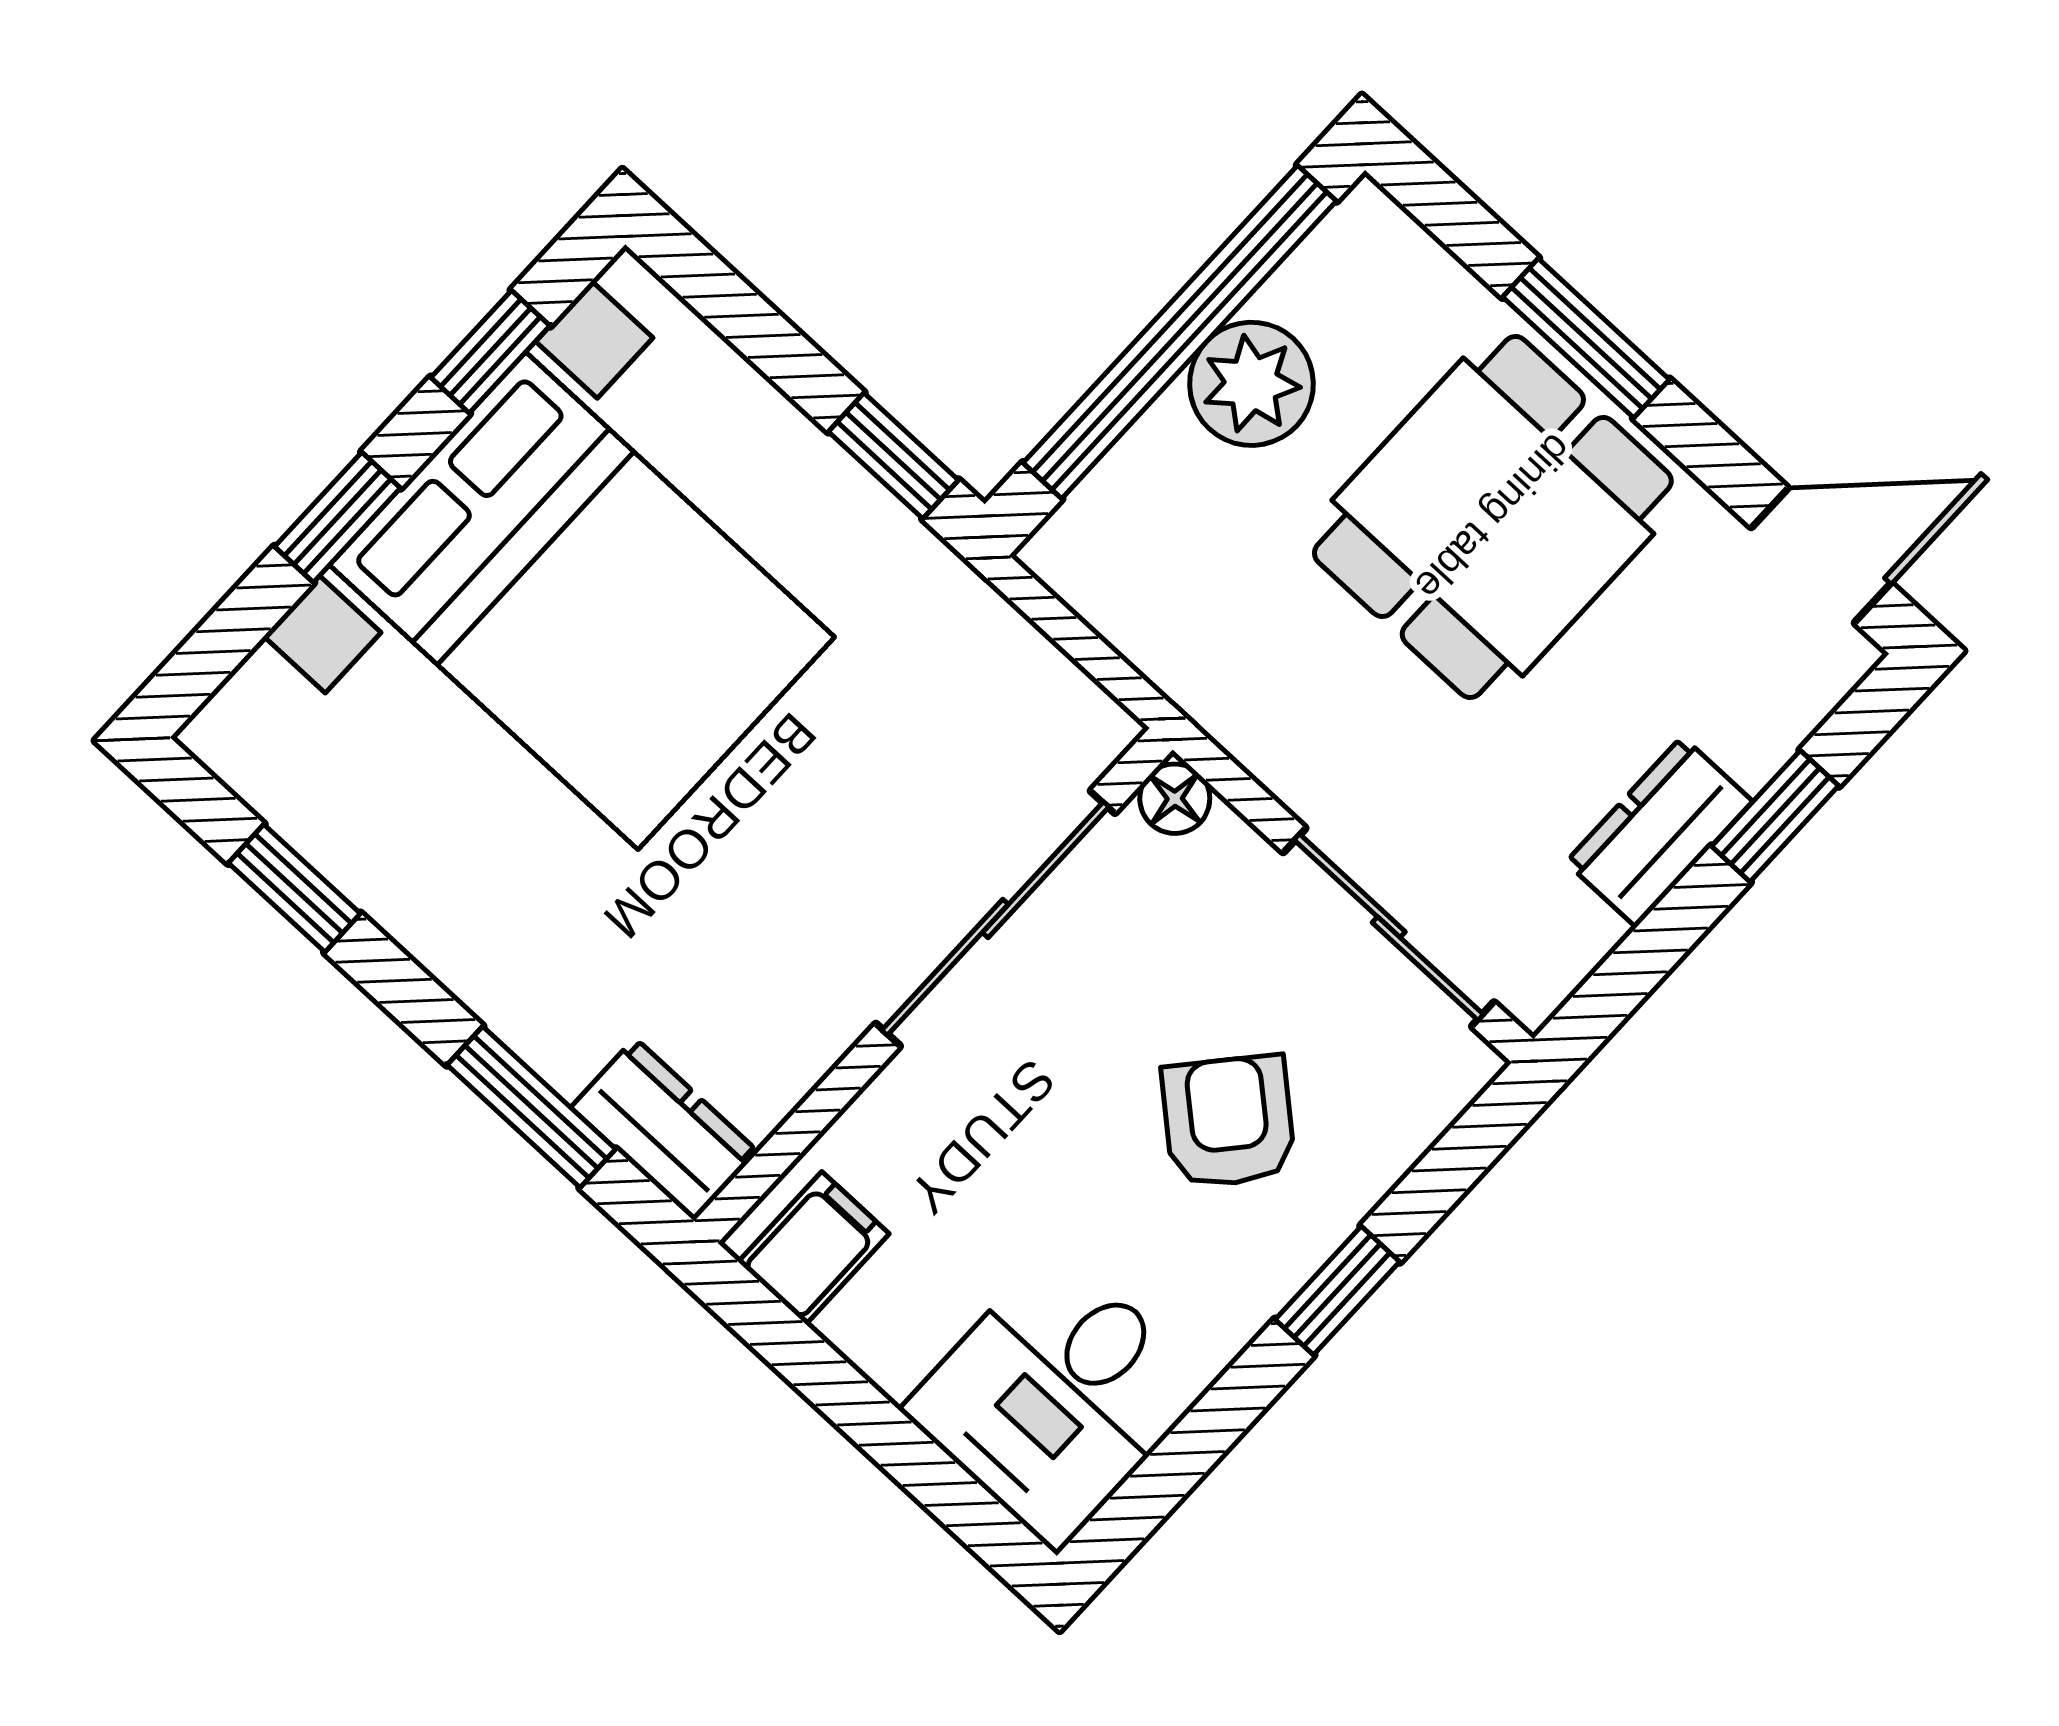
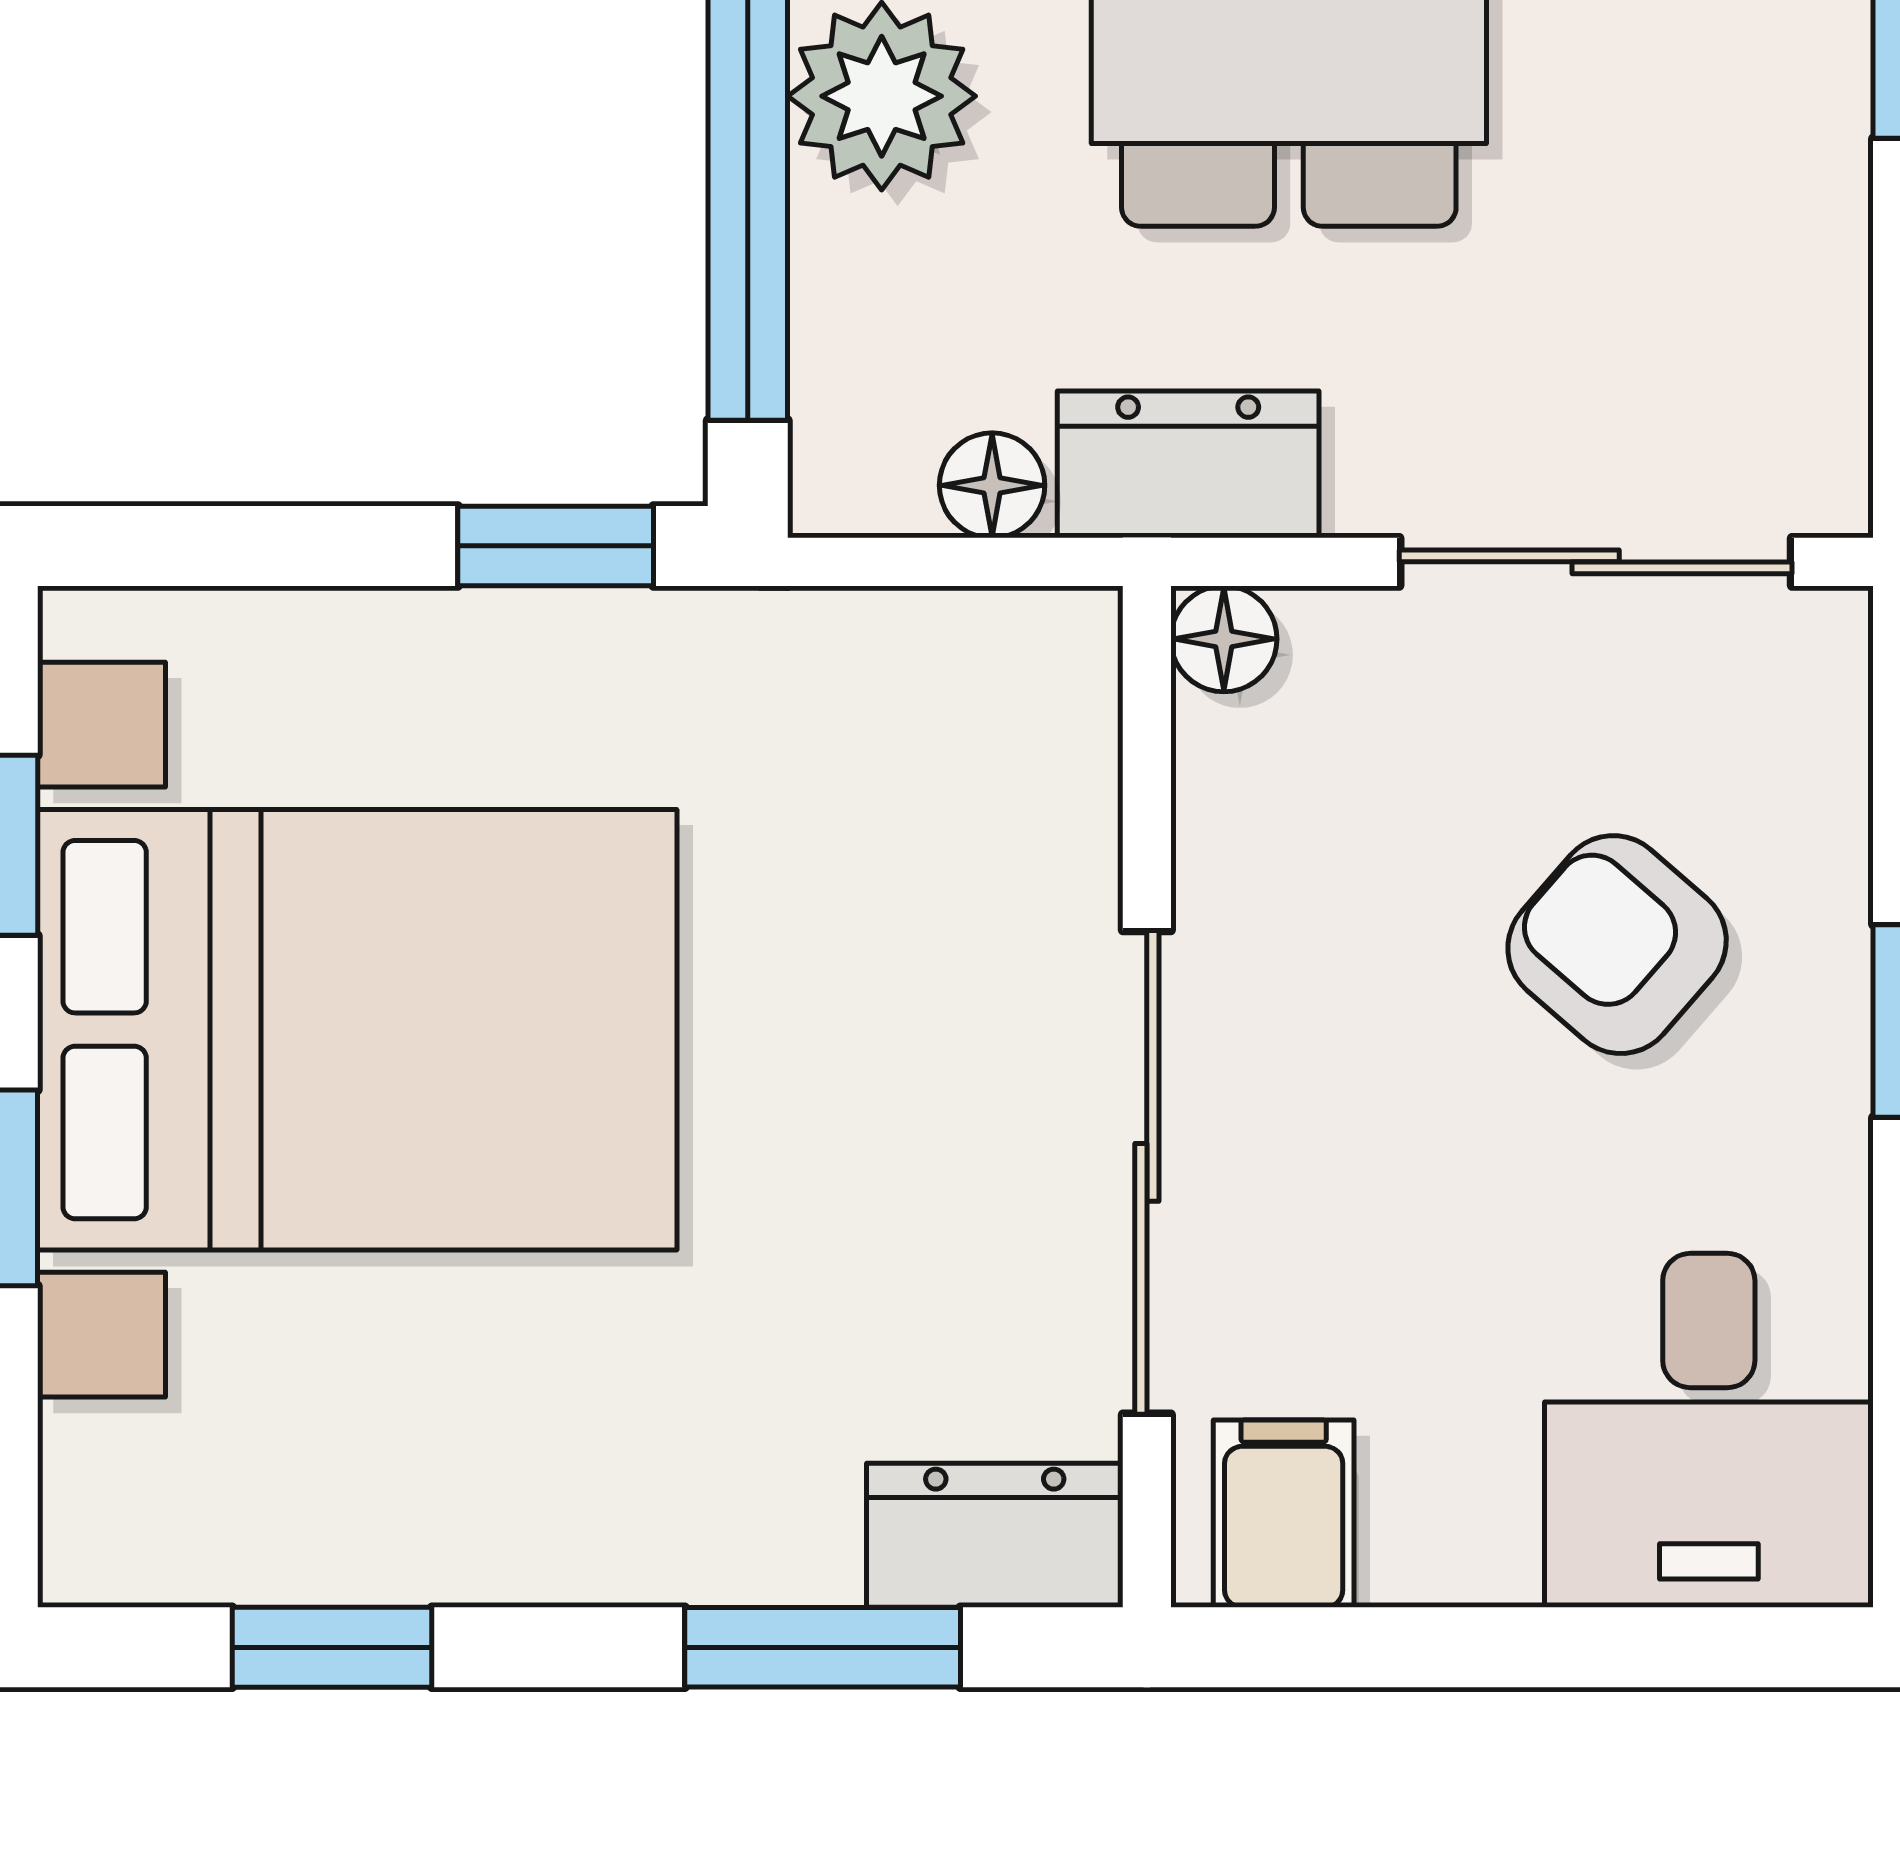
floor lamp: (1131, 621) -> (992, 485), added
dresser: (1659, 832) -> (1188, 464), moved, turned 90
sliding door: (995, 918) -> (1147, 1172), moved

